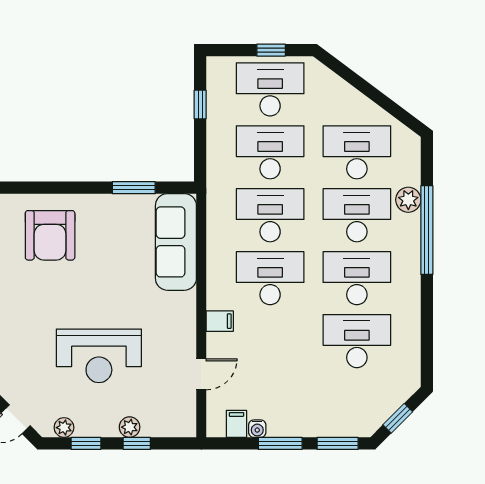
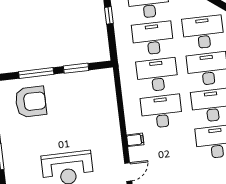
window: (65, 188) -> (36, 73), added
armchair: (50, 235) -> (31, 102), turned -90
sofa: (176, 242) -> (104, 97), removed

